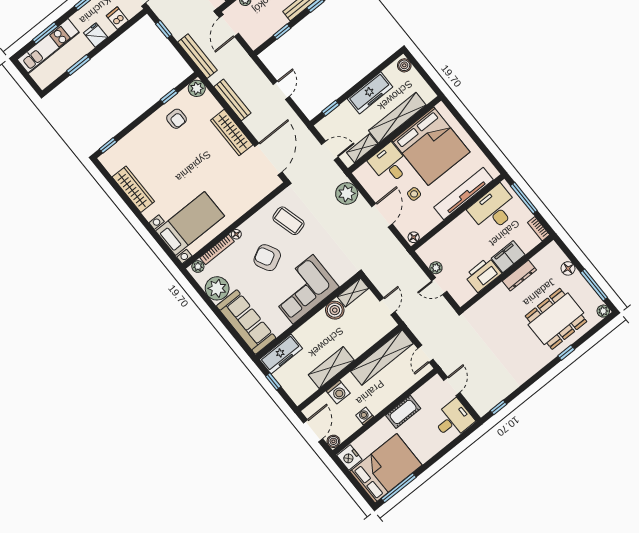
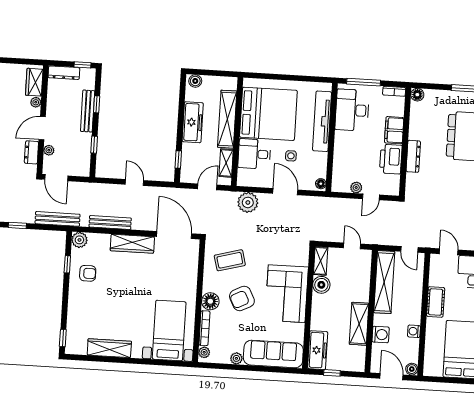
floor lamp: (236, 234) -> (210, 301), width x1.89, depth x1.89
floor lamp: (568, 268) -> (417, 95), moved
dresser: (519, 276) -> (413, 156), moved
plant: (217, 288) -> (236, 358), width x0.53, depth x0.53
nightstand: (349, 458) -> (433, 368), removed

